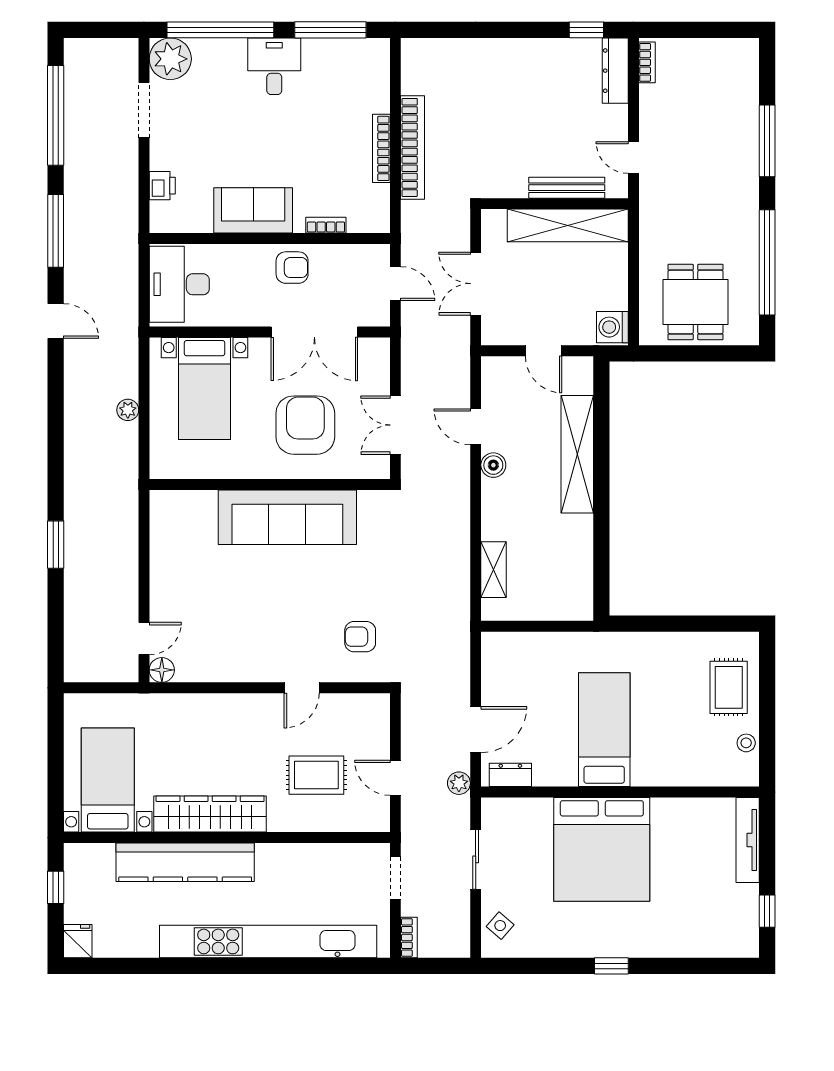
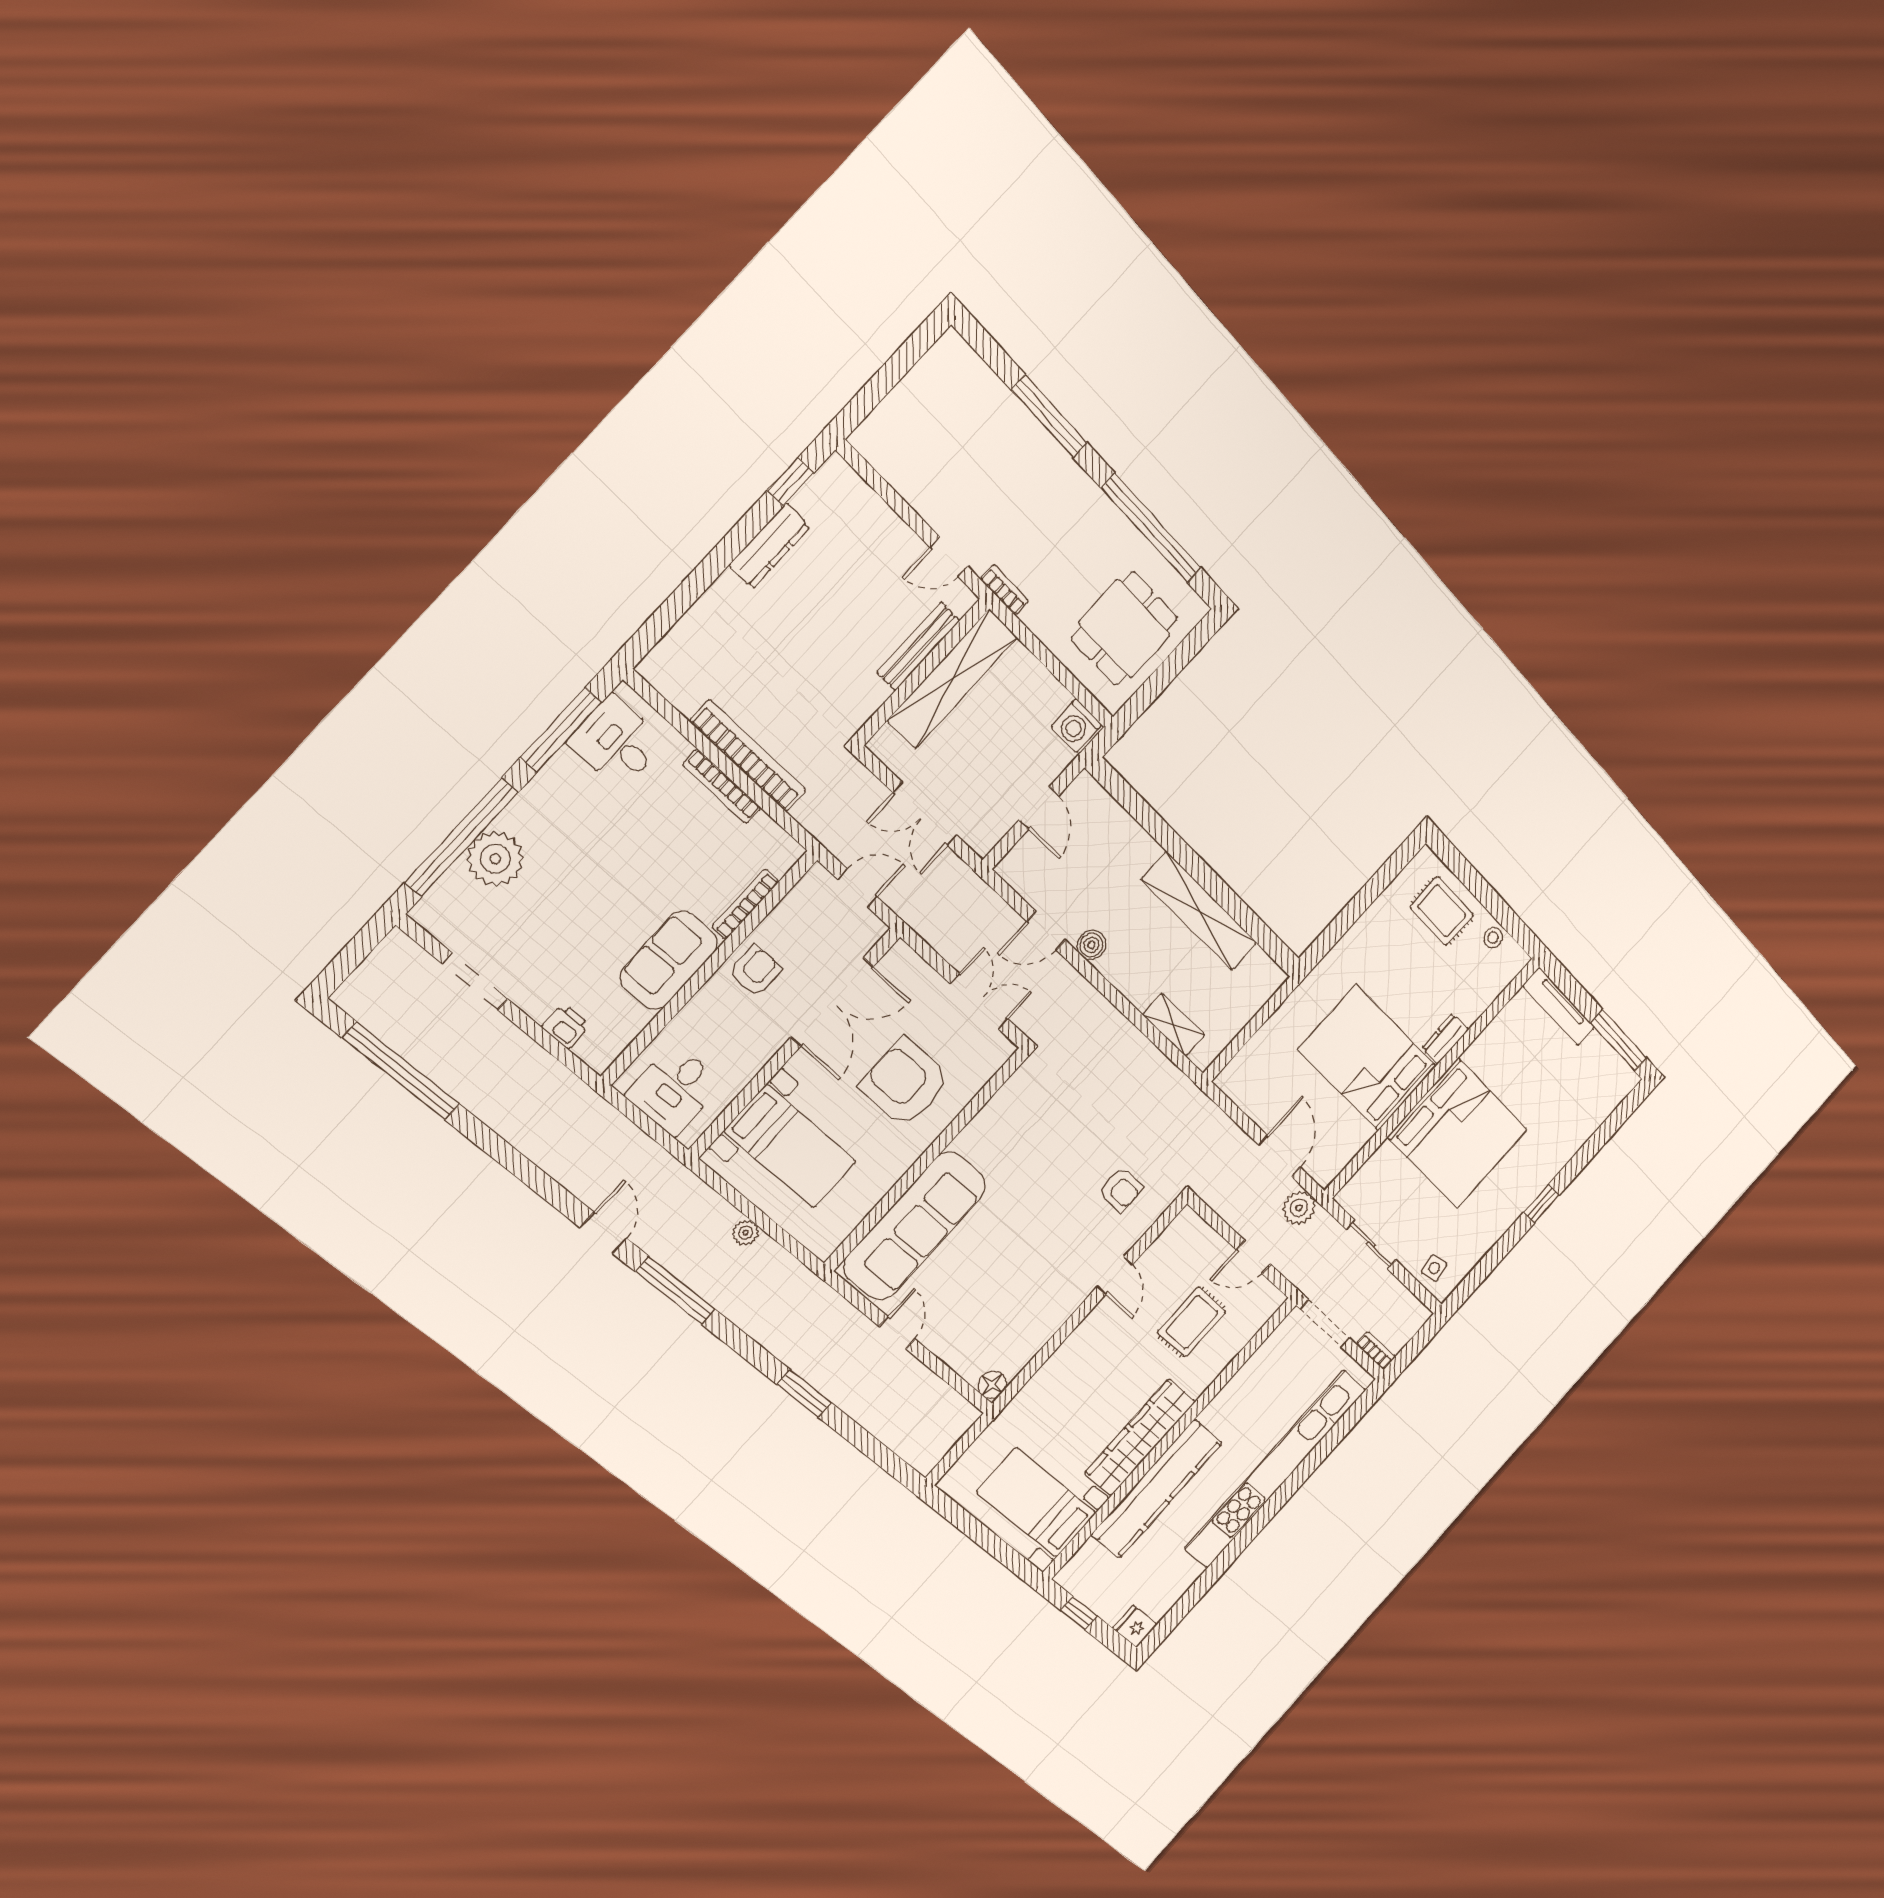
plant: (170, 59) -> (495, 859), moved
bookcase: (647, 62) -> (1004, 590), moved
desk: (274, 66) -> (616, 742), moved
dresser: (615, 71) -> (769, 546), moved, turned -90
bookcase: (326, 225) -> (745, 904), width x1.56
window: (56, 231) -> (676, 1291), moved
desk: (179, 284) -> (674, 1089), width x0.73
dining table: (696, 302) -> (1124, 629), turned 90
door: (56, 321) -> (603, 1233), hinge flipped
door: (544, 351) -> (1039, 808), hinge flipped
double door: (395, 425) -> (979, 1001), swing flipped
shelving: (577, 454) -> (1199, 911), moved
sofa: (287, 517) -> (915, 1226), moved
armchair: (360, 637) -> (1121, 1190), turned -90
door: (144, 638) -> (897, 1333), moved
bed: (604, 730) -> (1367, 1058), width x1.50
dresser: (510, 775) -> (1445, 1039), moved
plant: (459, 783) -> (1299, 1208), width x1.38, depth x1.38
doorway: (395, 878) -> (1325, 1324), width x1.38
window: (767, 911) -> (1619, 1041), width x2.17
side table: (500, 926) -> (1434, 1268), turned 38

